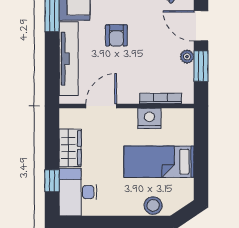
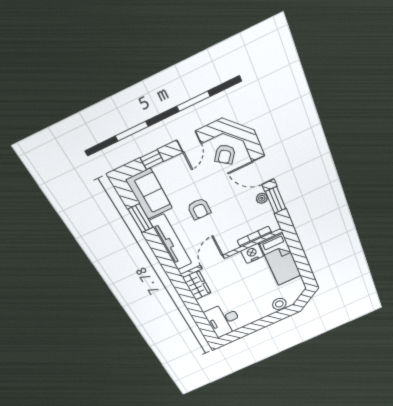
wardrobe: (70, 148) -> (197, 285), moved
bed: (159, 162) -> (280, 259), moved, turned -90
window: (52, 181) -> (202, 322), removed

